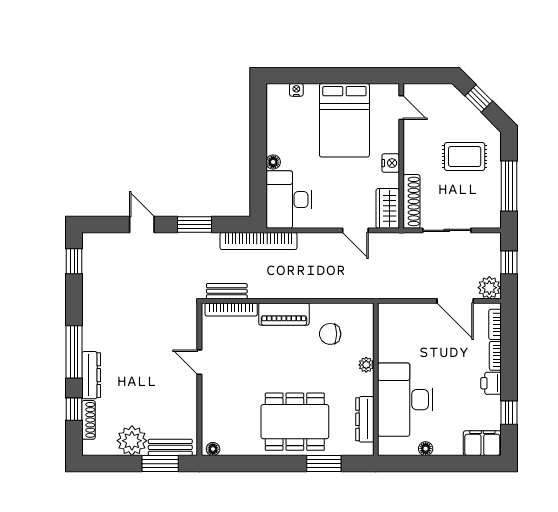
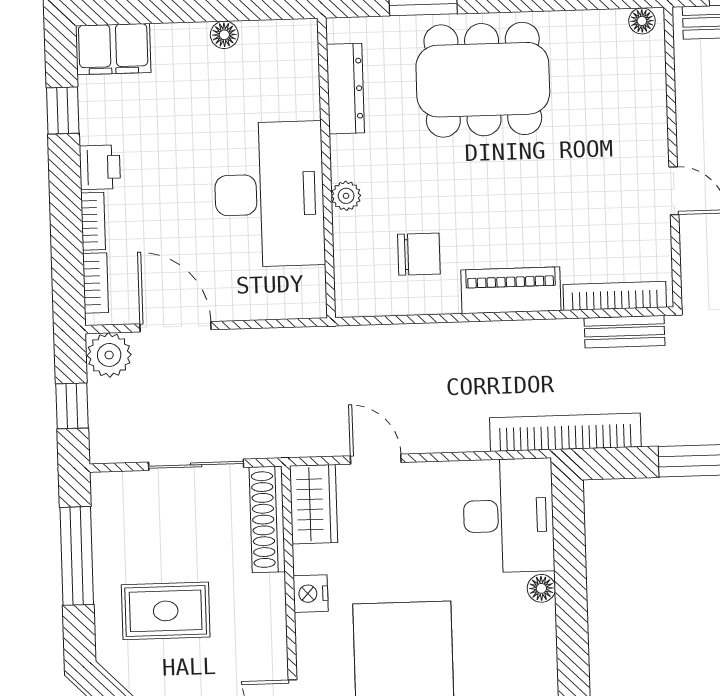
desk: (405, 400) -> (269, 194), moved

